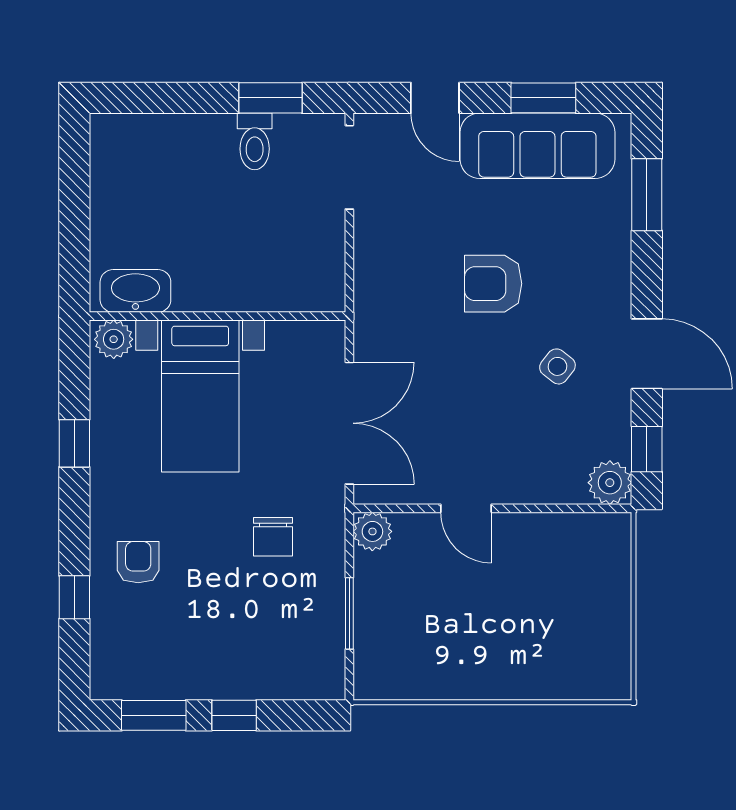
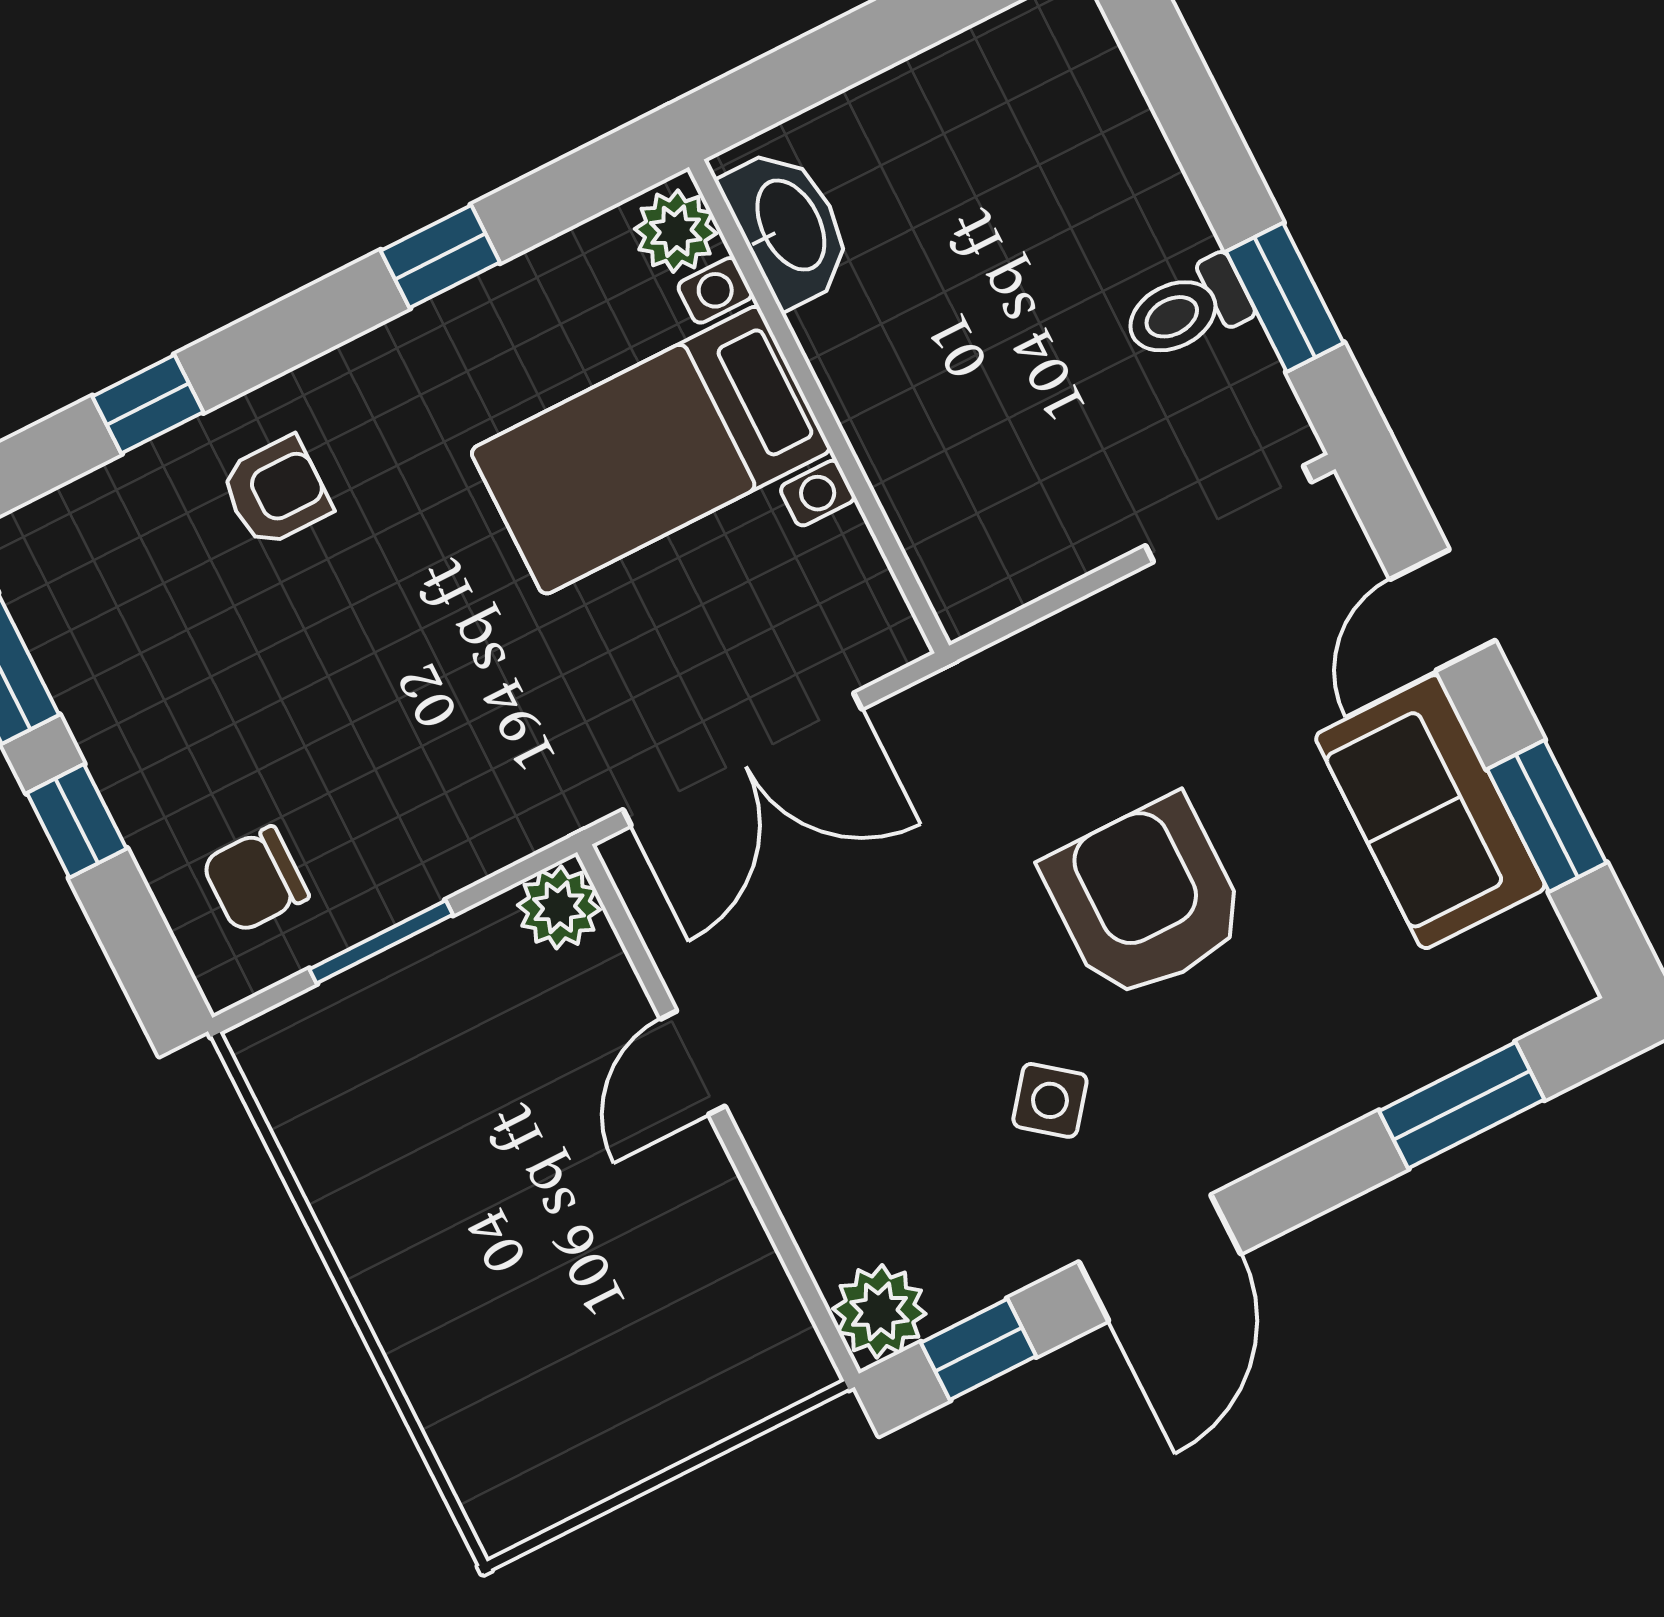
sofa: (537, 146) -> (1430, 812), width x0.73
armchair: (493, 284) -> (1146, 899), width x1.36, depth x1.36
chair: (273, 537) -> (255, 879), moved

